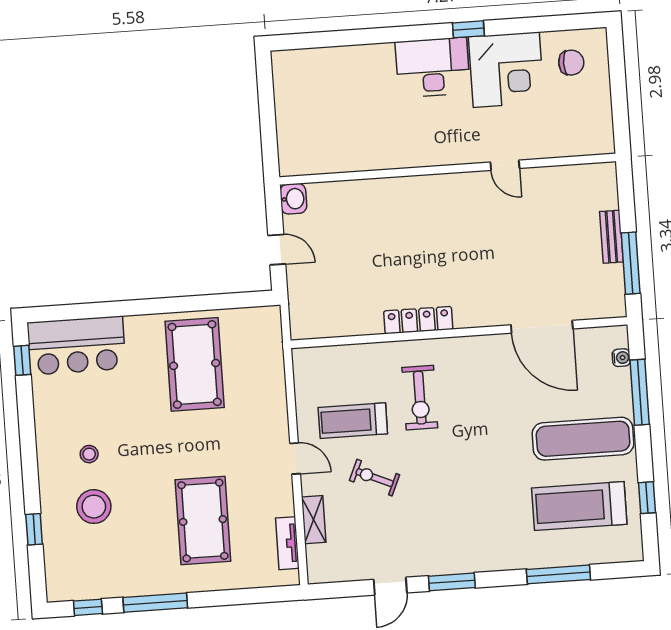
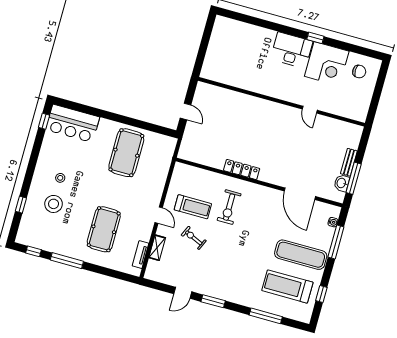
washbasin: (293, 199) -> (342, 183), moved, turned 180
treadmill: (353, 421) -> (193, 207), turned 180

